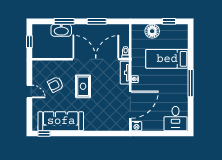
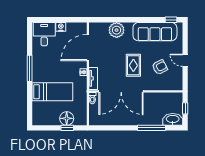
window: (64, 21) -> (151, 128), width x1.44
window: (97, 21) -> (120, 128), removed
window: (169, 21) -> (67, 128), moved
washbasin: (61, 30) -> (173, 119), moved
plant: (100, 123) -> (117, 30), added
nightstand: (136, 126) -> (61, 27), moved

